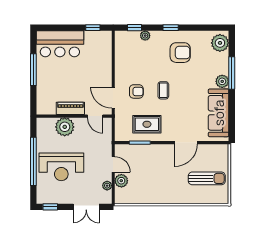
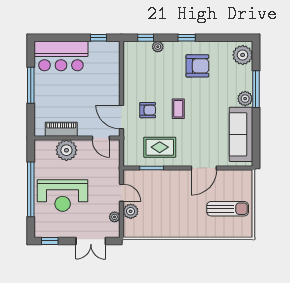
piano: (70, 108) -> (61, 129), moved

